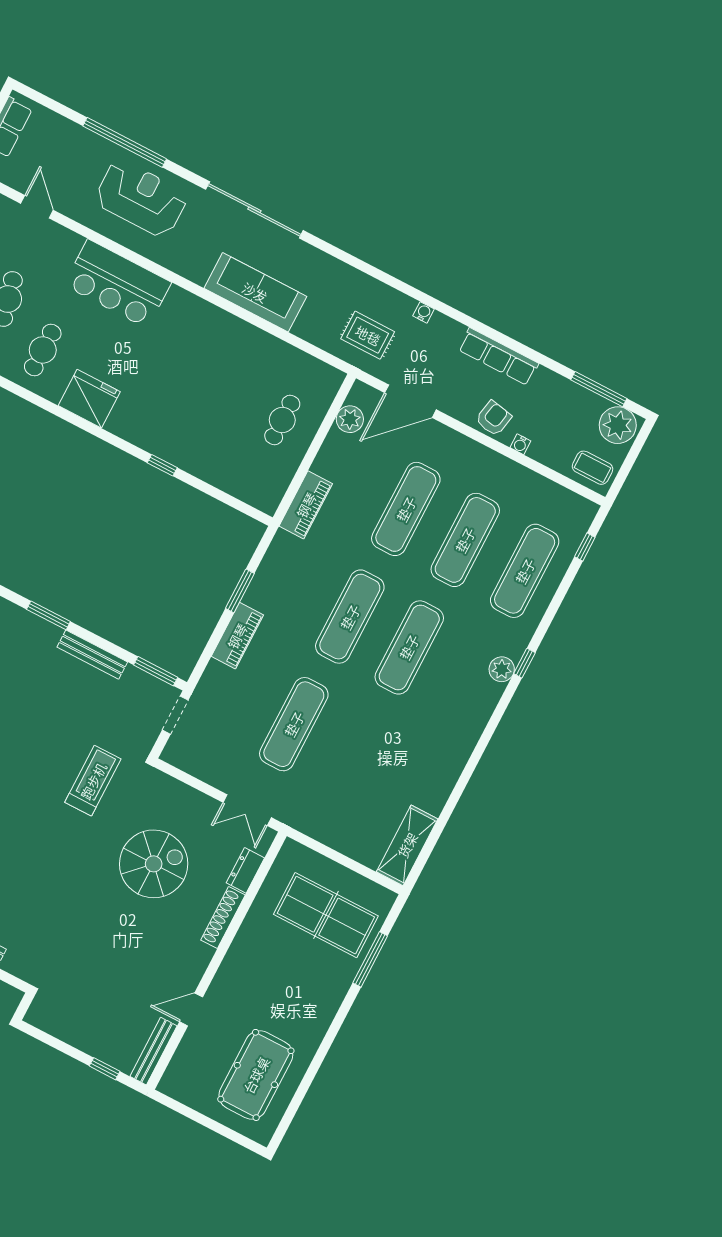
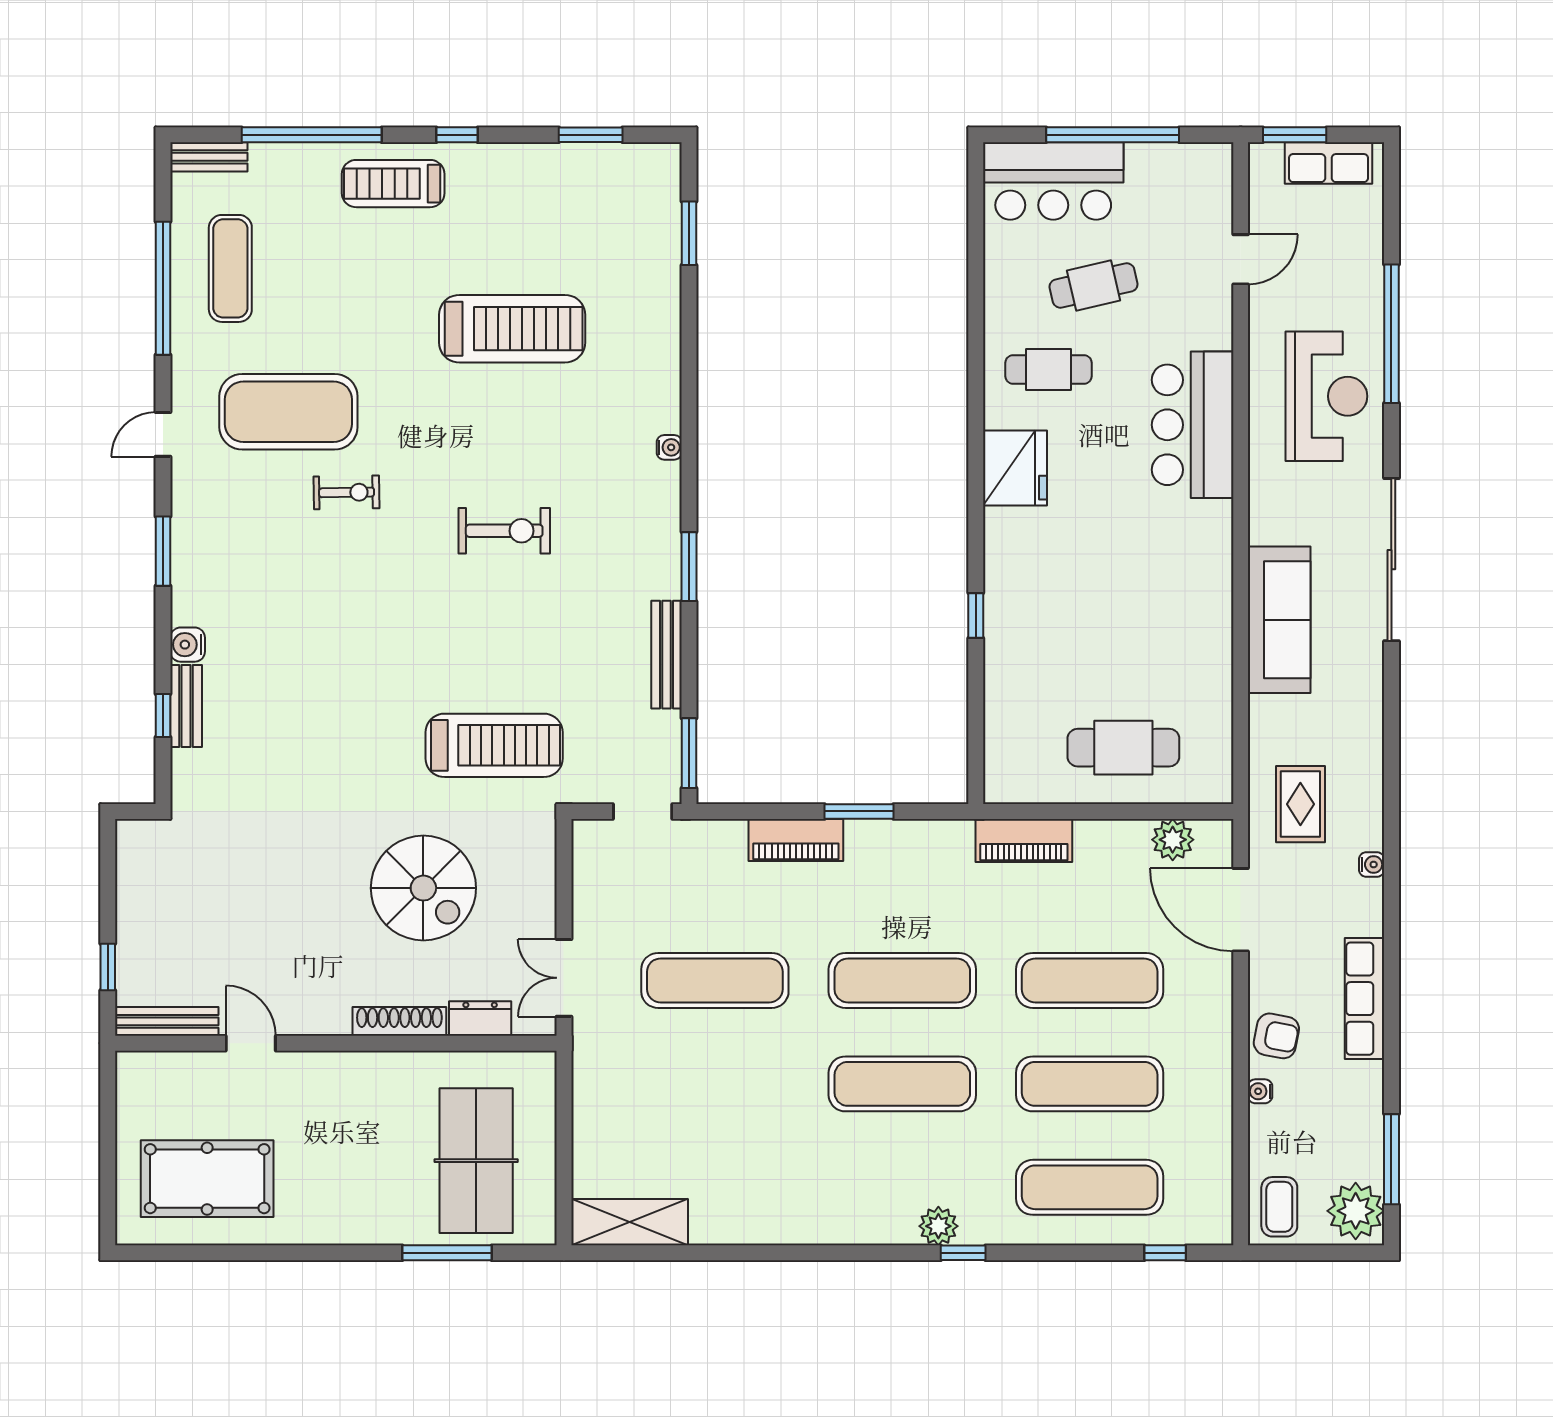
cafe table: (282, 420) -> (1123, 748), width x1.37, depth x1.35
treadmill: (93, 781) -> (494, 745), width x1.37, depth x1.38

